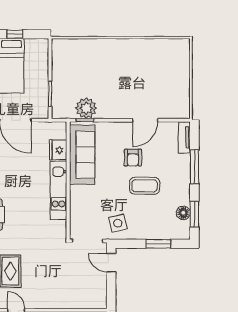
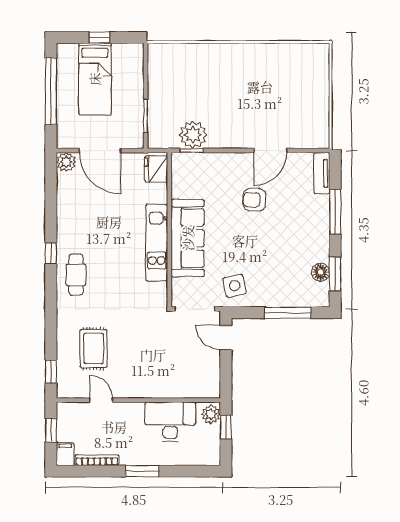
fridge: (58, 150) -> (156, 169), moved
sofa: (82, 155) -> (188, 238), moved
armchair: (133, 158) -> (254, 200), turned 90
coffee table: (144, 186) -> (270, 237), removed
window: (158, 244) -> (288, 313), width x1.44

